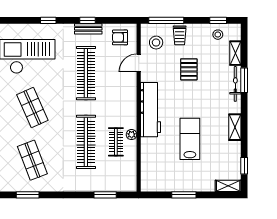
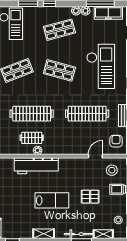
door: (139, 63) -> (95, 156), hinge flipped
shop shelf: (32, 108) -> (59, 70), turned 39
workbench: (151, 110) -> (36, 166), moved
lab bench: (190, 139) -> (52, 200), moved

